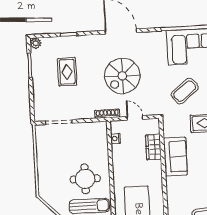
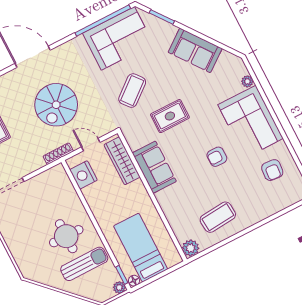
nightstand: (115, 139) -> (84, 175), width x1.89, depth x1.79
wardrobe: (153, 147) -> (122, 161), width x1.50

